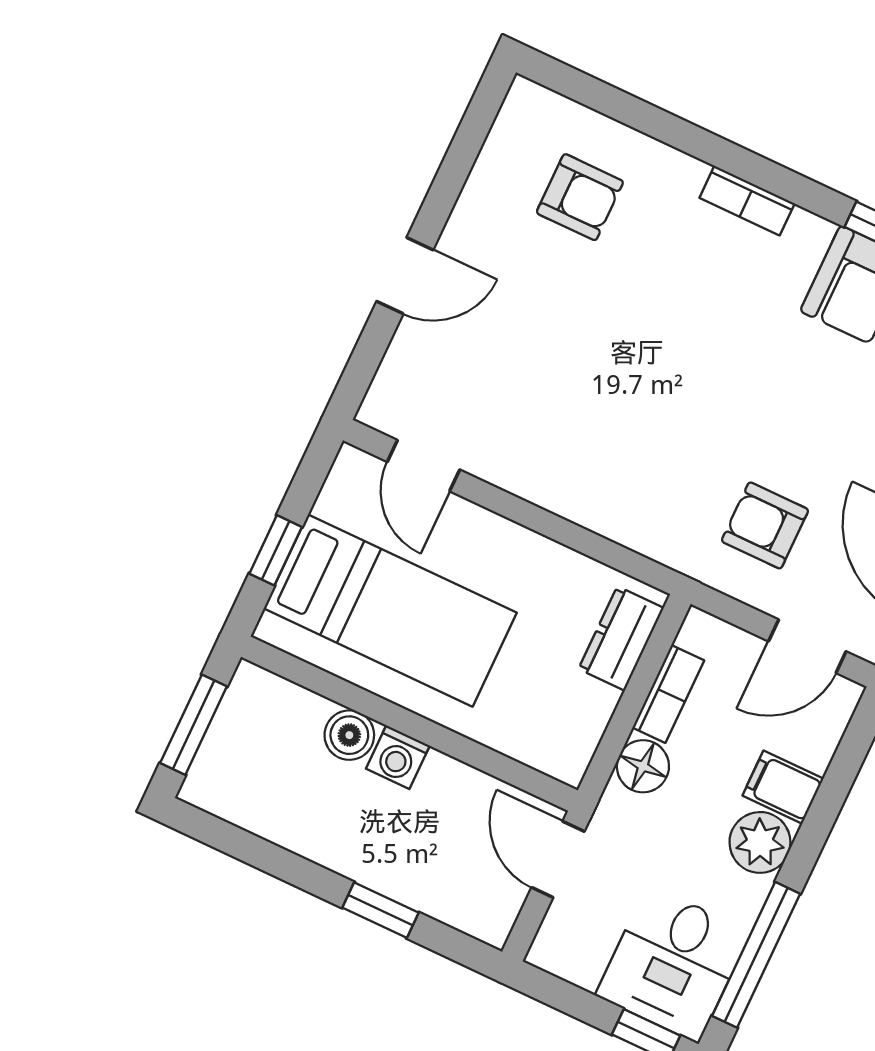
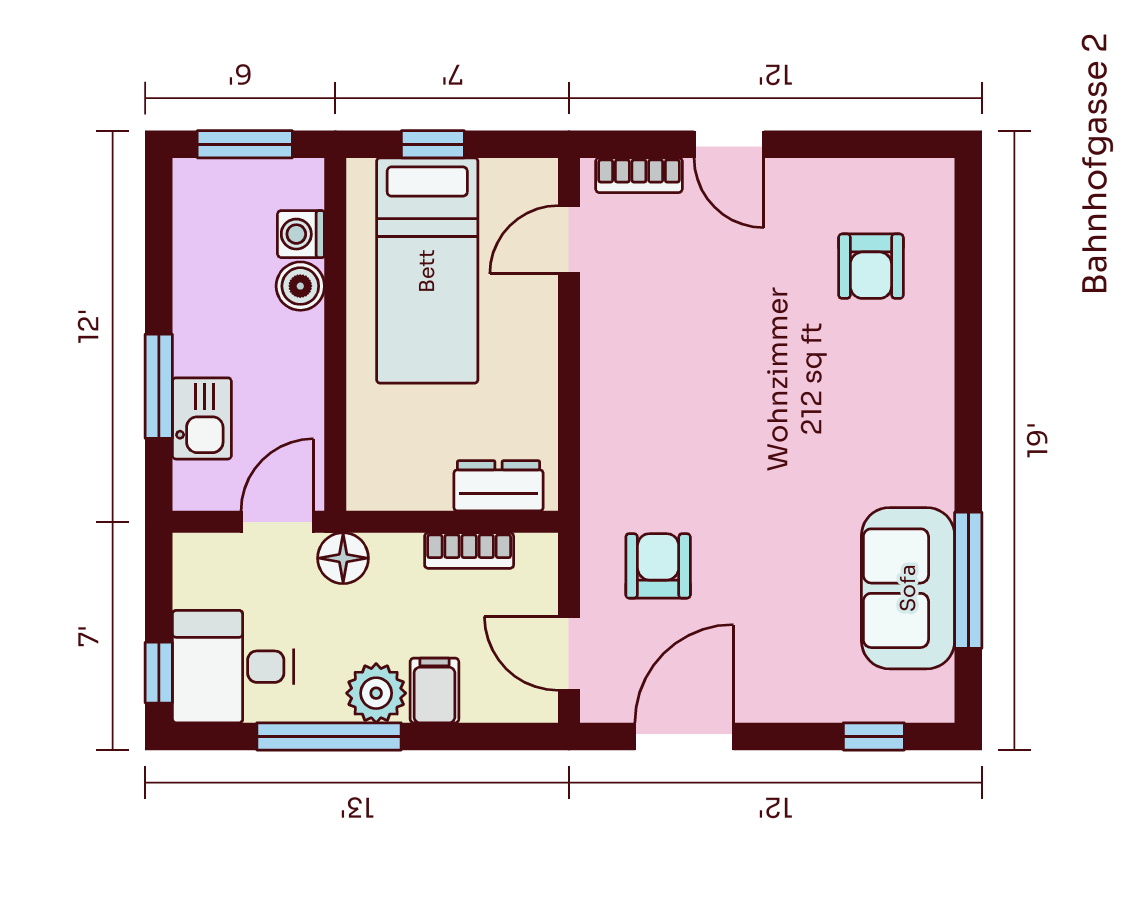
bookcase: (747, 201) -> (639, 175), moved, turned -90
washing machine: (398, 757) -> (301, 234), moved
floor lamp: (643, 766) -> (343, 558), moved
kitchen sink: (429, 884) -> (202, 418), added
window: (380, 910) -> (159, 386), width x1.50
window: (756, 955) -> (329, 736), moved

